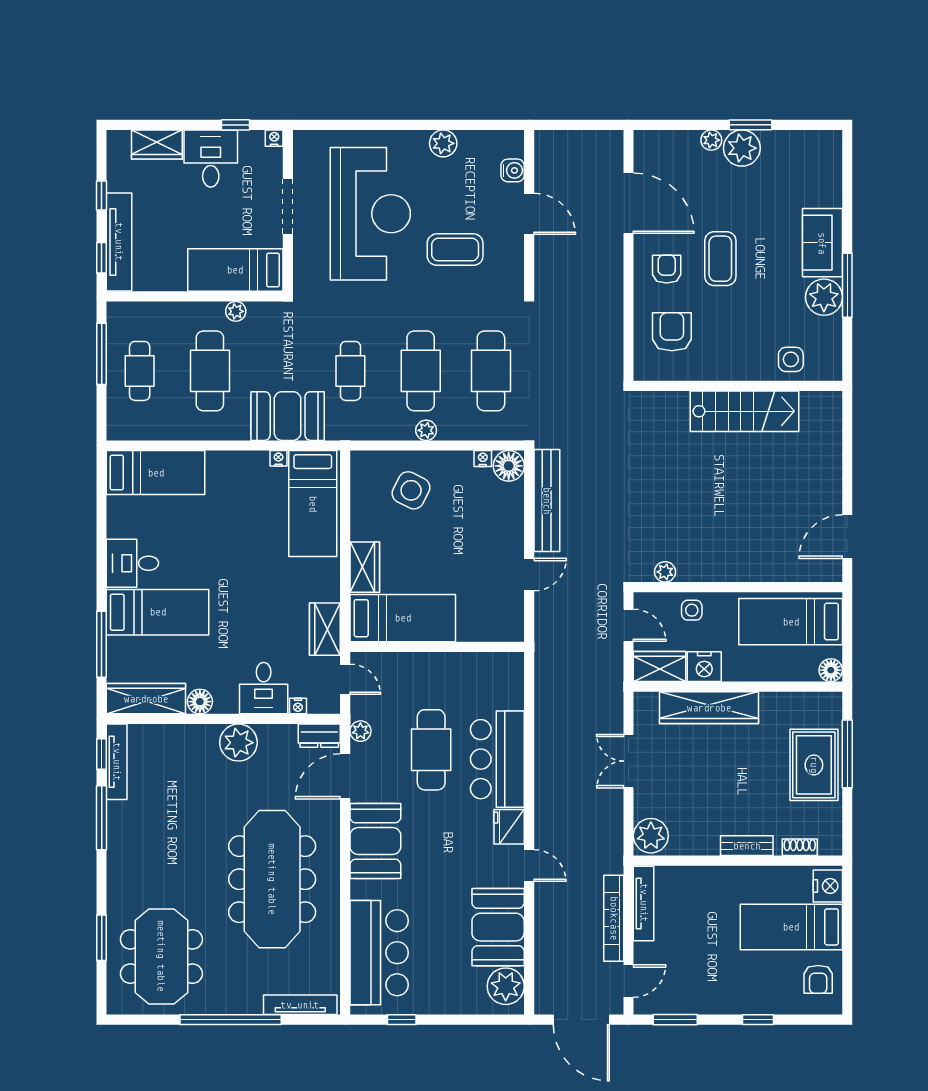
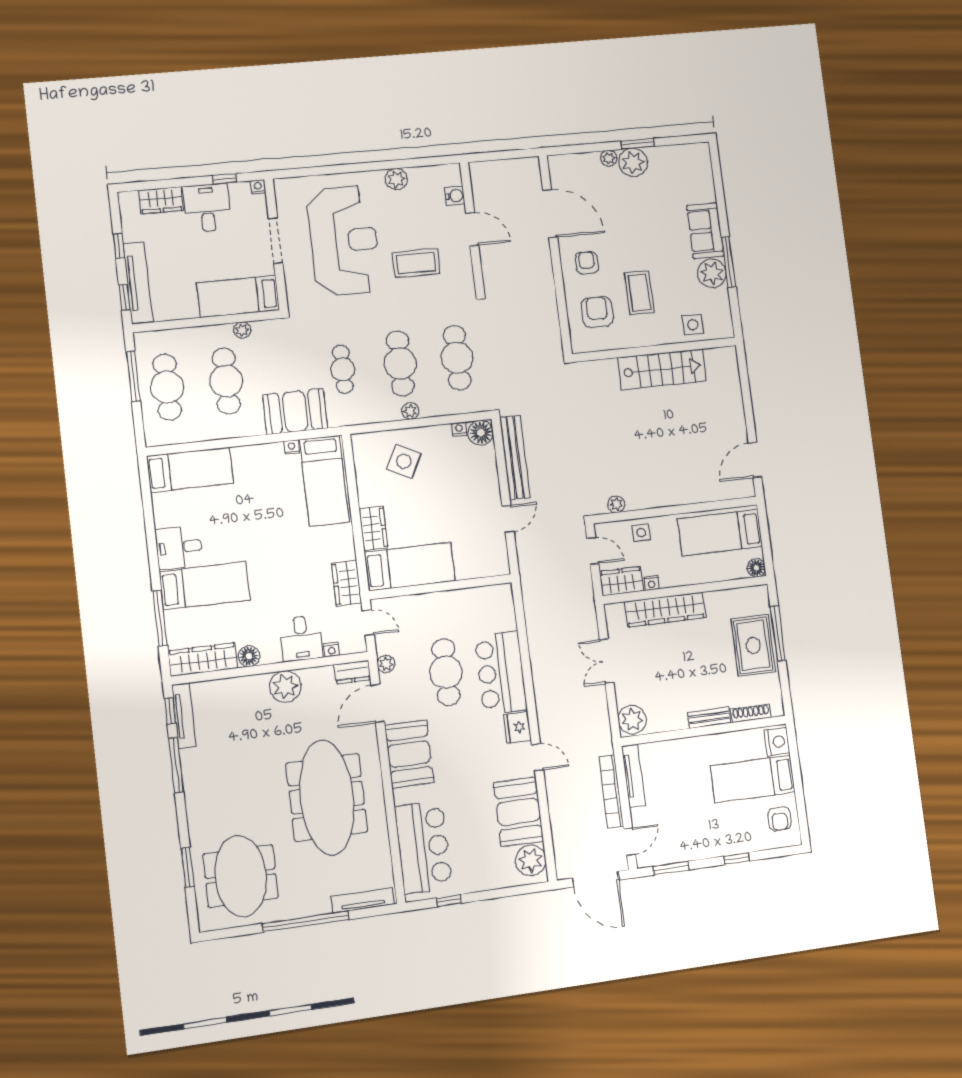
coffee table: (720, 259) -> (639, 293), moved
cafe table: (140, 371) -> (167, 387), width x1.37, depth x1.35
nightstand: (704, 667) -> (651, 583), width x0.53, depth x0.56
shoe rack: (800, 847) -> (751, 713), width x1.43

